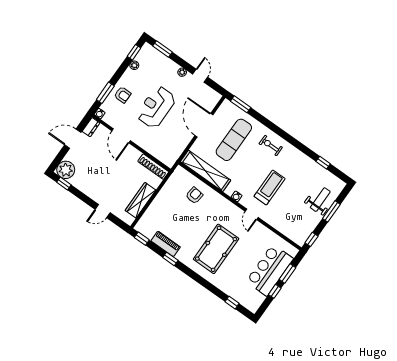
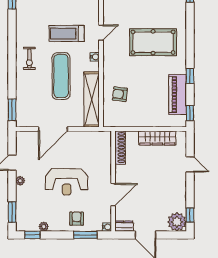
exercise mat: (234, 140) -> (61, 76), moved, turned 90
piano: (166, 244) -> (178, 95), width x1.37, depth x1.33

